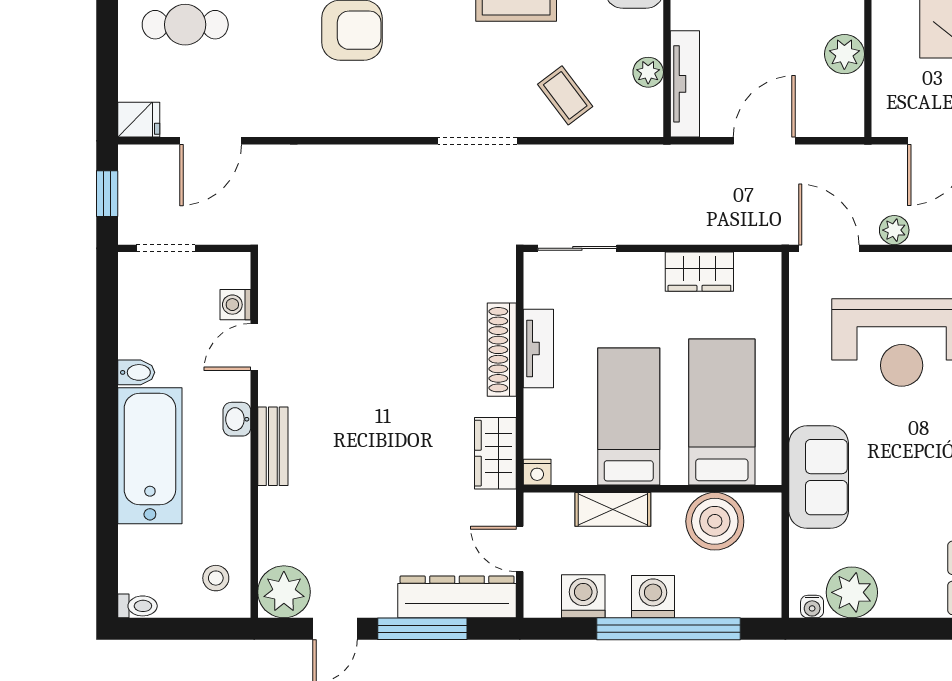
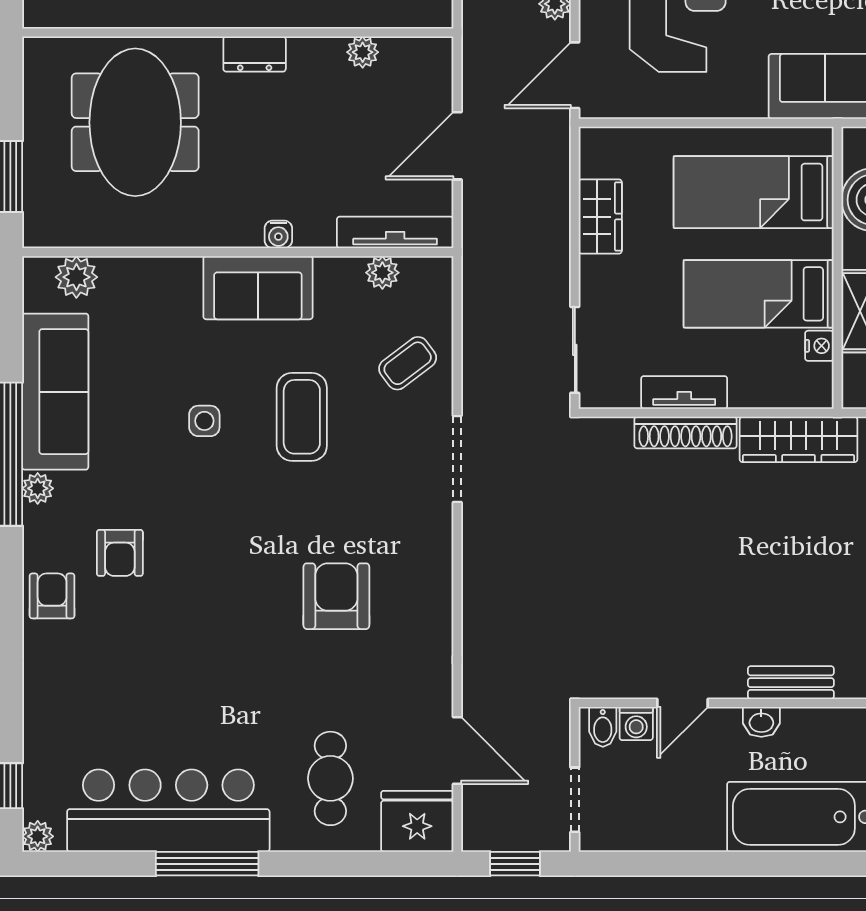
plant: (844, 54) -> (363, 52), width x0.73, depth x0.73
fridge: (139, 120) -> (417, 821), width x1.88, depth x1.34
door: (764, 141) -> (457, 146), hinge flipped
door: (254, 347) -> (682, 703), hinge flipped
bidet: (136, 372) -> (603, 727), moved, turned 180
wardrobe: (495, 453) -> (799, 439), width x1.50
nightstand: (537, 472) -> (819, 346), moved

